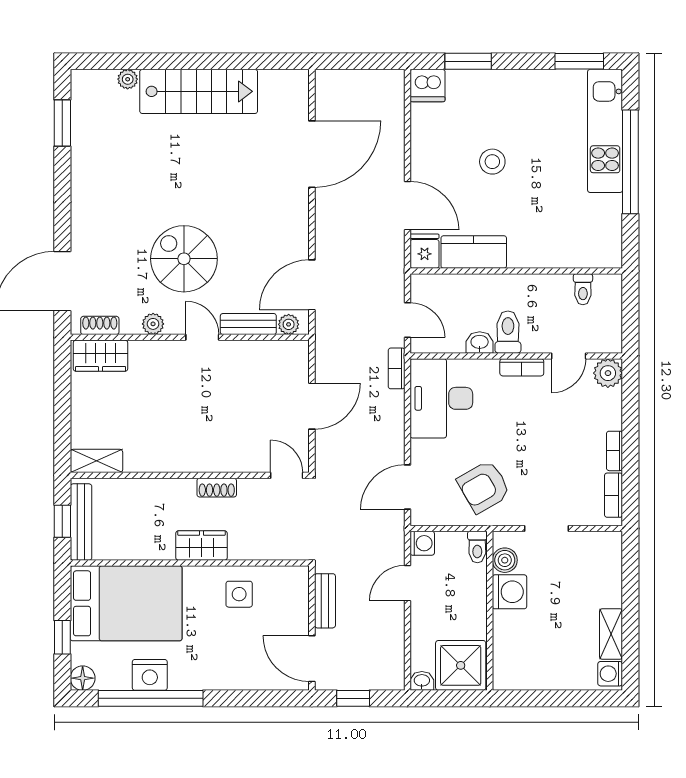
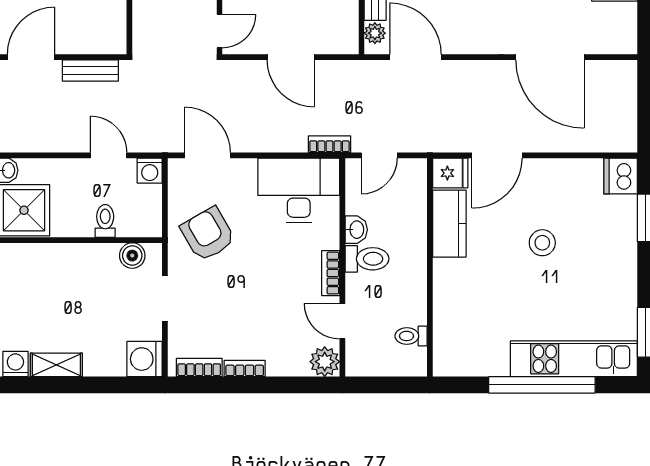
toilet: (477, 547) -> (105, 221), moved, turned 90
washing machine: (509, 592) -> (145, 359), moved, turned 90

